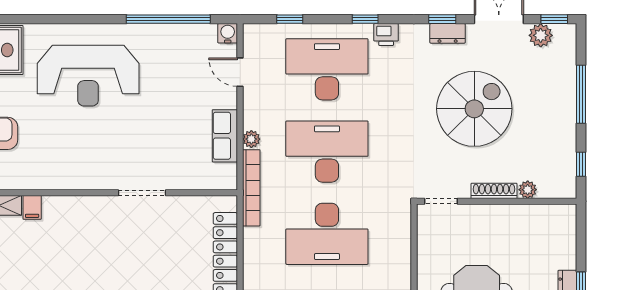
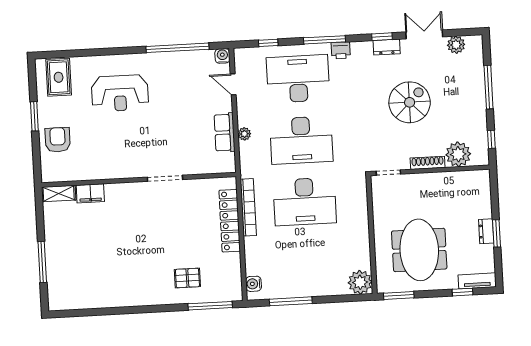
window: (365, 19) -> (324, 40), width x2.17
window: (554, 19) -> (466, 32), removed
reception desk: (88, 76) -> (120, 93), width x0.74, depth x0.77
spiral stairs: (474, 109) -> (410, 102), width x0.73, depth x0.73
desk: (327, 152) -> (301, 140), turned 180
bookcase: (251, 188) -> (248, 207), moved
plant: (528, 190) -> (458, 154), width x1.88, depth x1.88
filing cabinet: (32, 207) -> (90, 193), width x2.00

